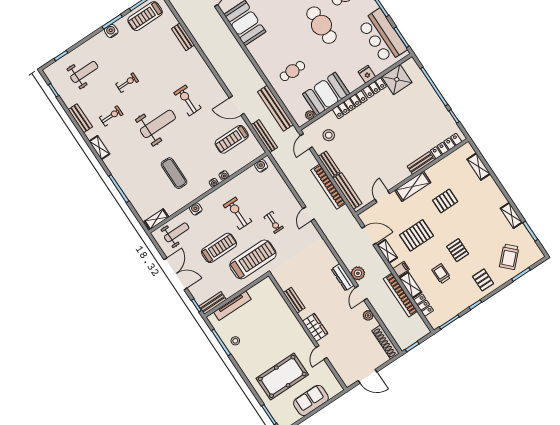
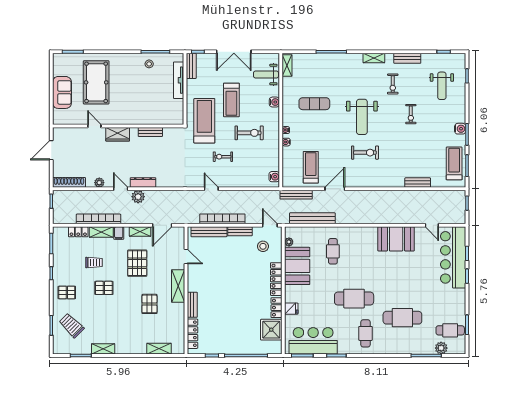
weight bench: (177, 232) -> (266, 75), turned 90
treadmill: (253, 259) -> (204, 121), turned 180

